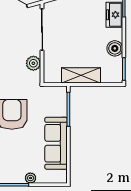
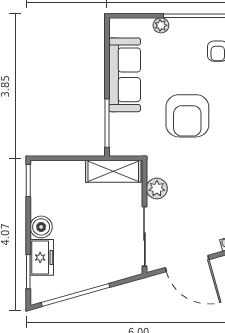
boiler: (115, 48) -> (41, 227), moved
shelving: (81, 75) -> (113, 171), moved

